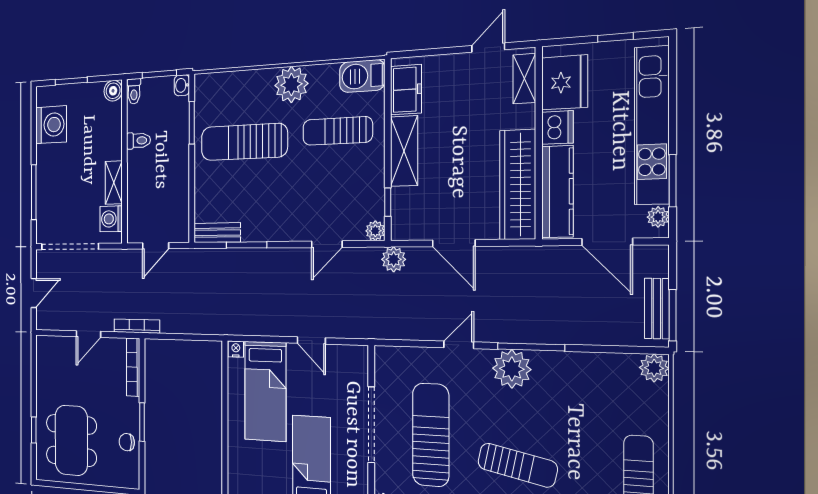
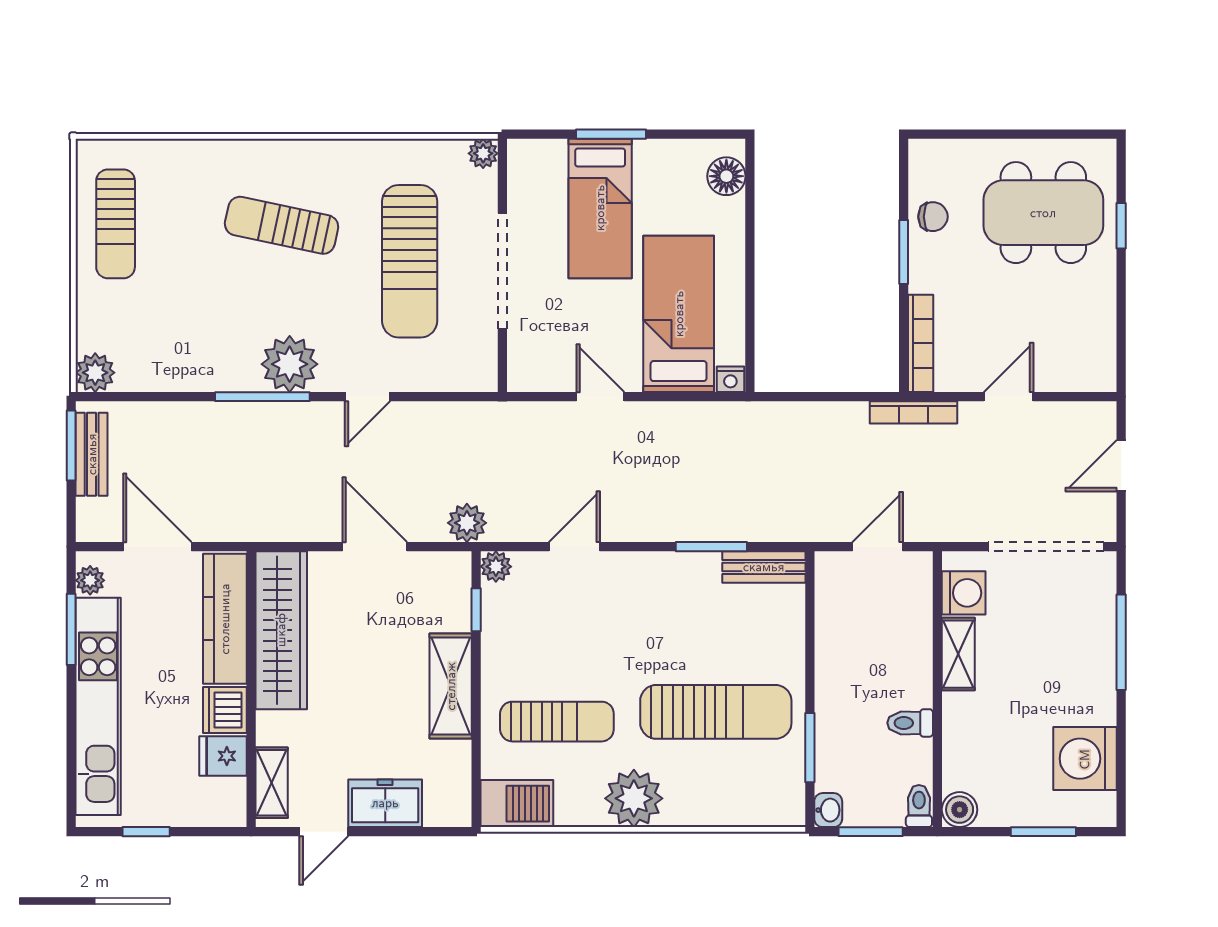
fridge: (565, 82) -> (223, 756), width x0.53, depth x0.75
freezer: (406, 90) -> (385, 803), moved, turned 90
dining table: (71, 440) -> (1043, 213), turned 90
floor lamp: (238, 476) -> (726, 176), added

